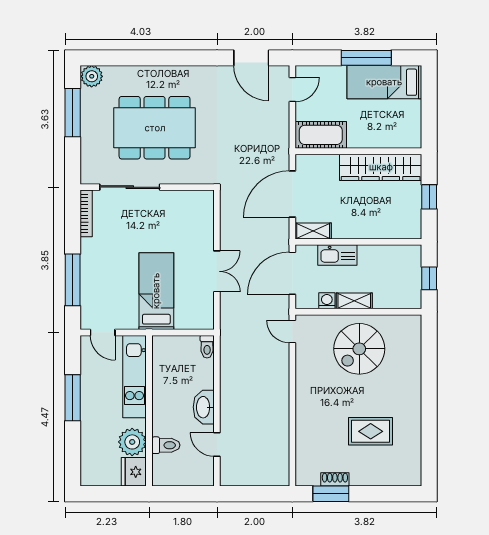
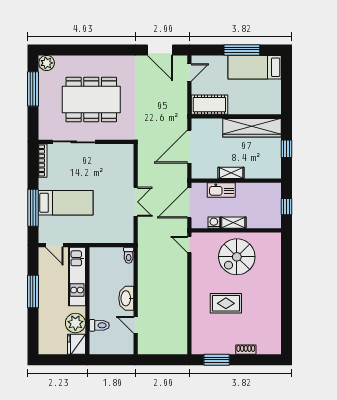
shelving: (313, 231) -> (231, 173), moved
bed: (156, 291) -> (66, 203), moved, turned 90
rug: (371, 431) -> (226, 303), moved
shoe rack: (335, 479) -> (246, 350), moved

